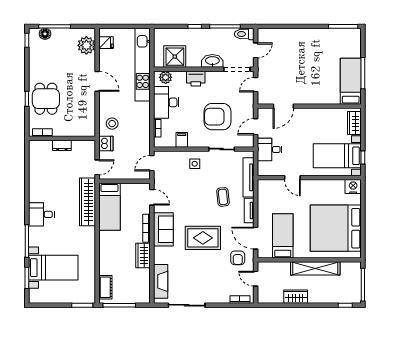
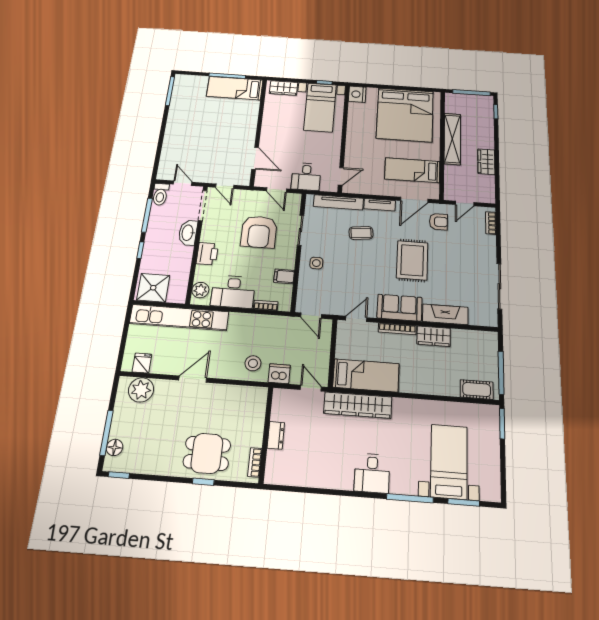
shower: (175, 57) -> (153, 288), moved
door: (292, 178) -> (341, 176), moved
fireplace: (161, 281) -> (445, 314), moved

